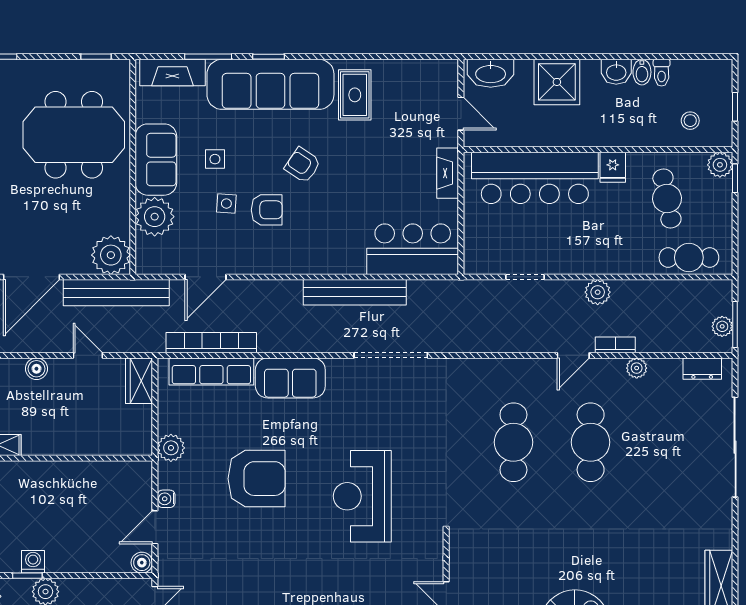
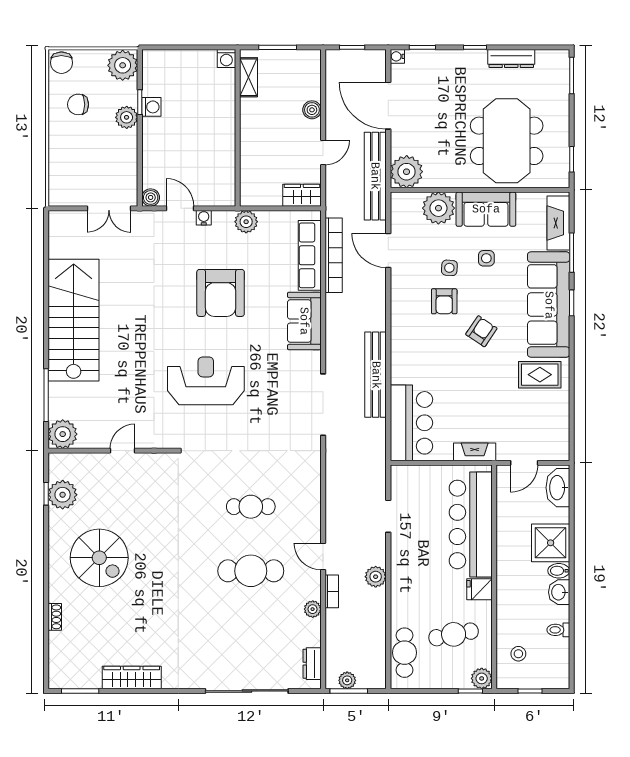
bidet: (642, 72) -> (559, 571), moved
cafe table: (513, 442) -> (251, 507), width x0.73, depth x0.74

